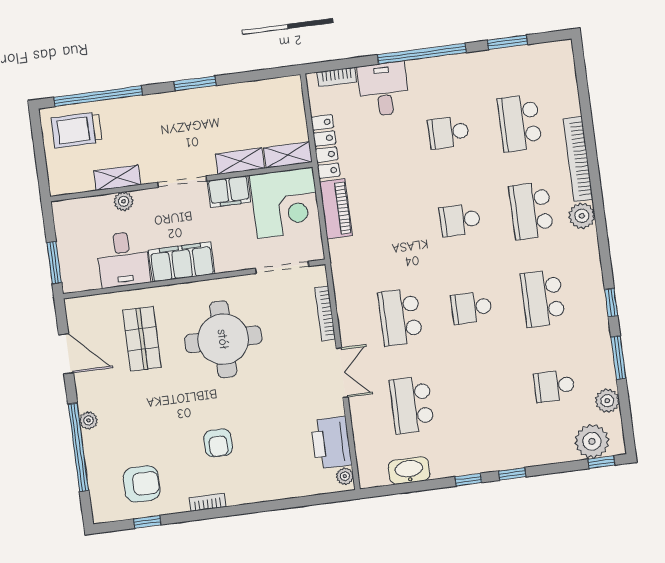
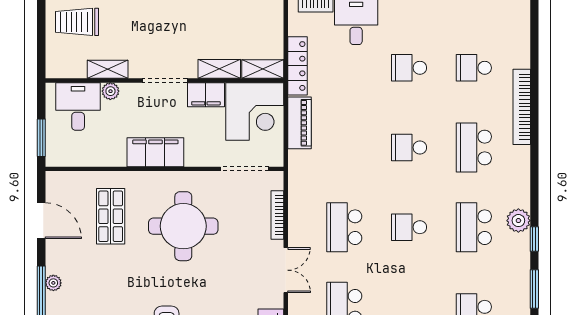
school desk: (520, 123) -> (474, 68), width x0.54
plant: (582, 216) -> (518, 221), moved
desk: (123, 259) -> (78, 106), moved, turned 180

